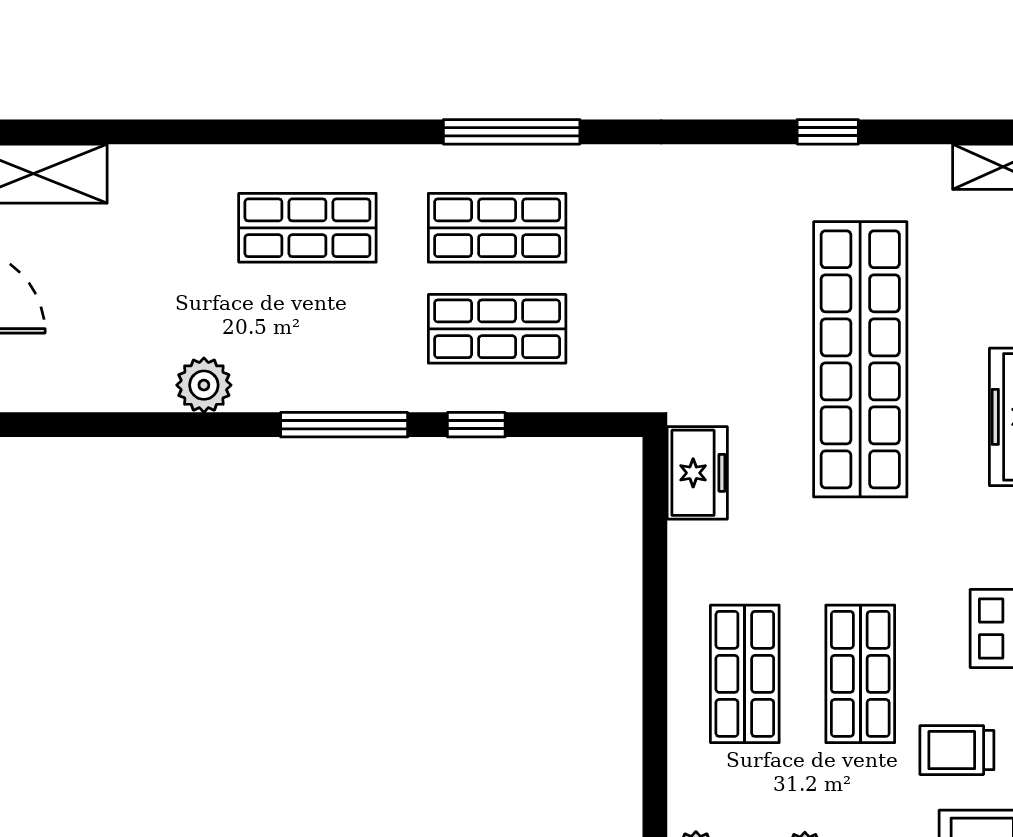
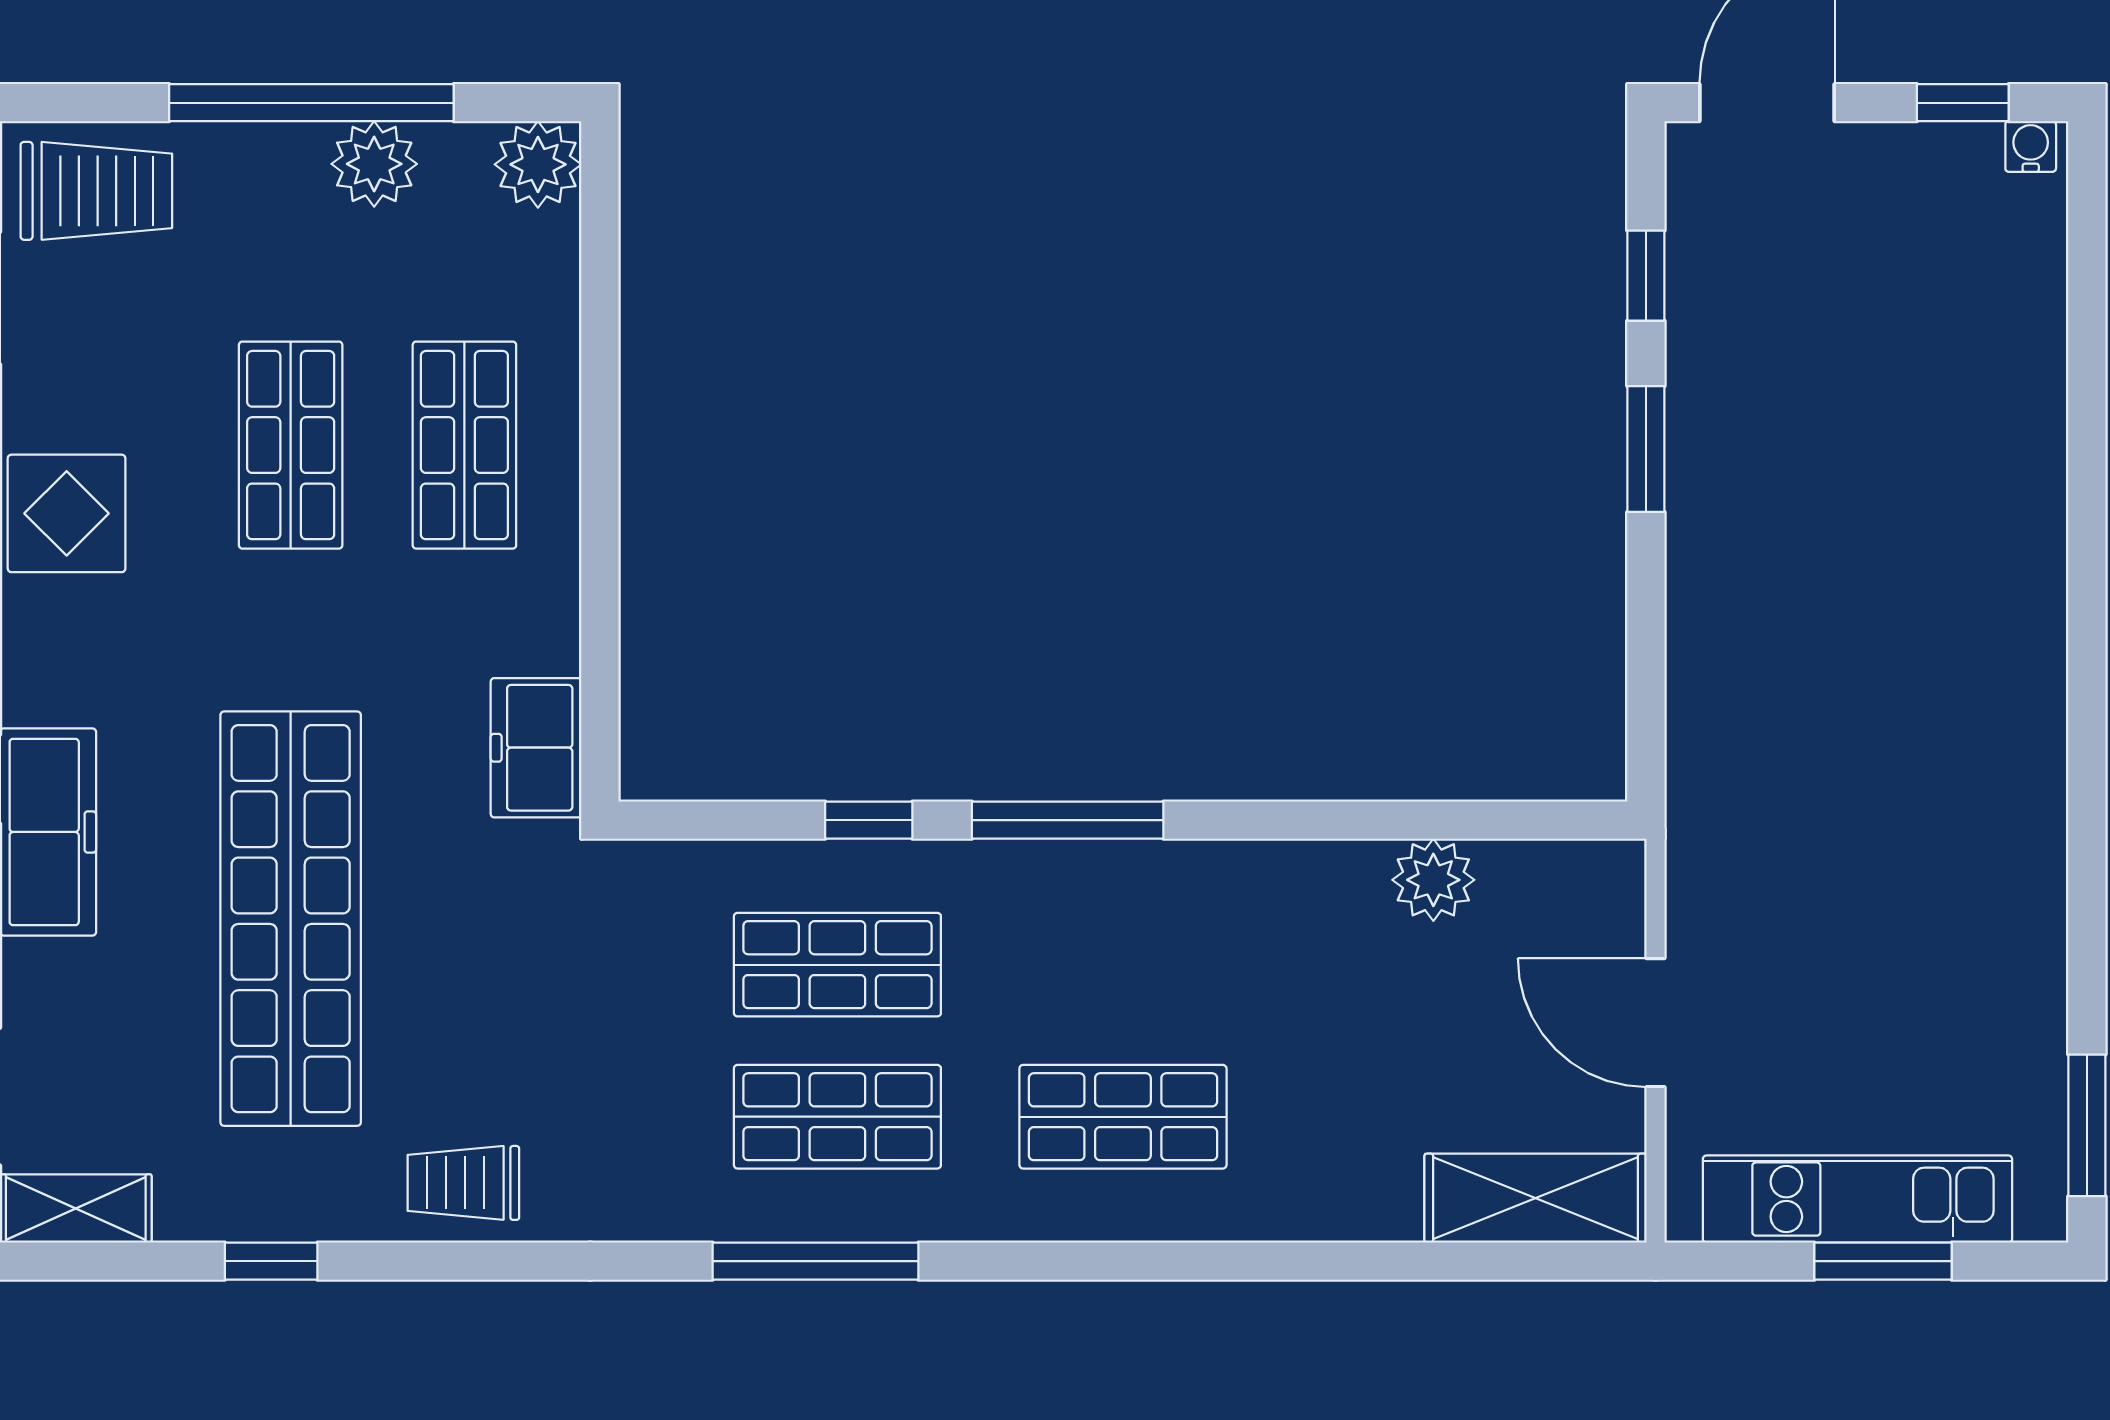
window: (828, 132) -> (271, 1261), moved
plant: (204, 385) -> (1433, 880), moved
trolley: (957, 750) -> (463, 1183), moved, turned 180

